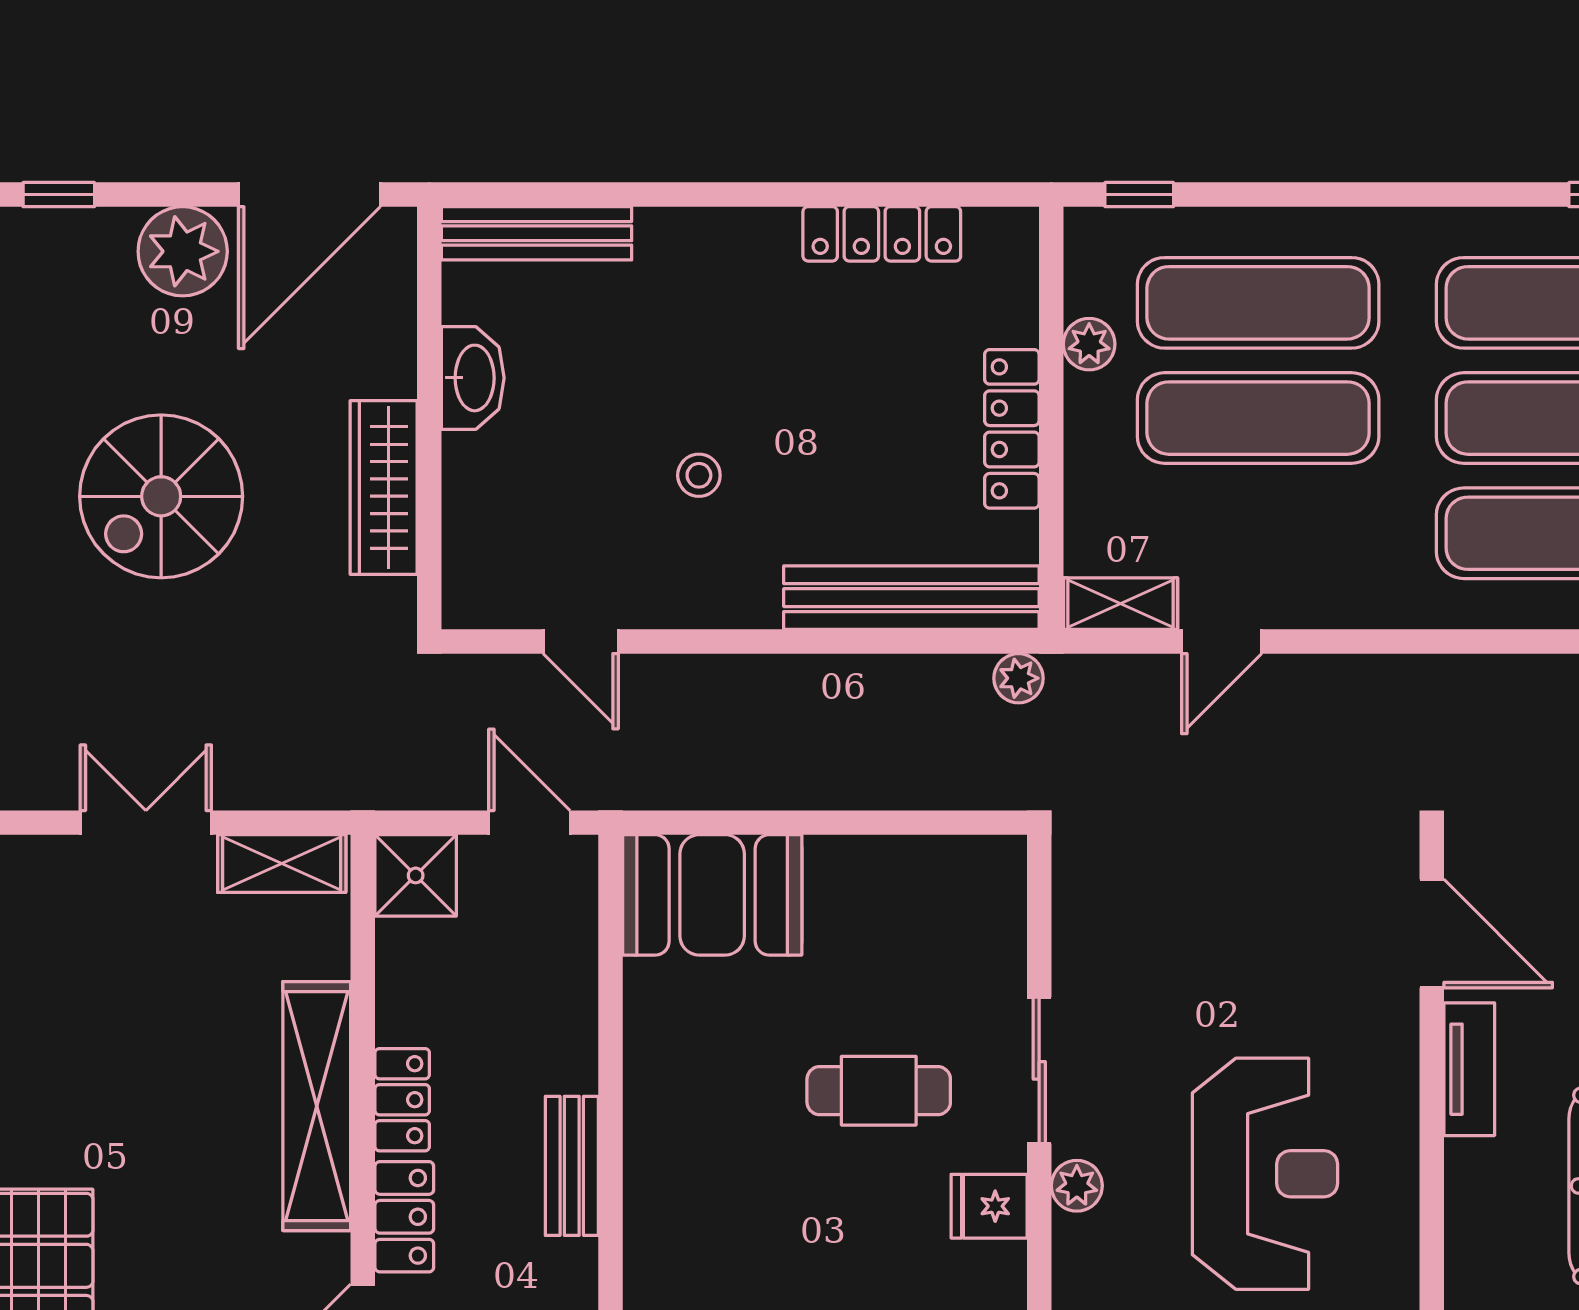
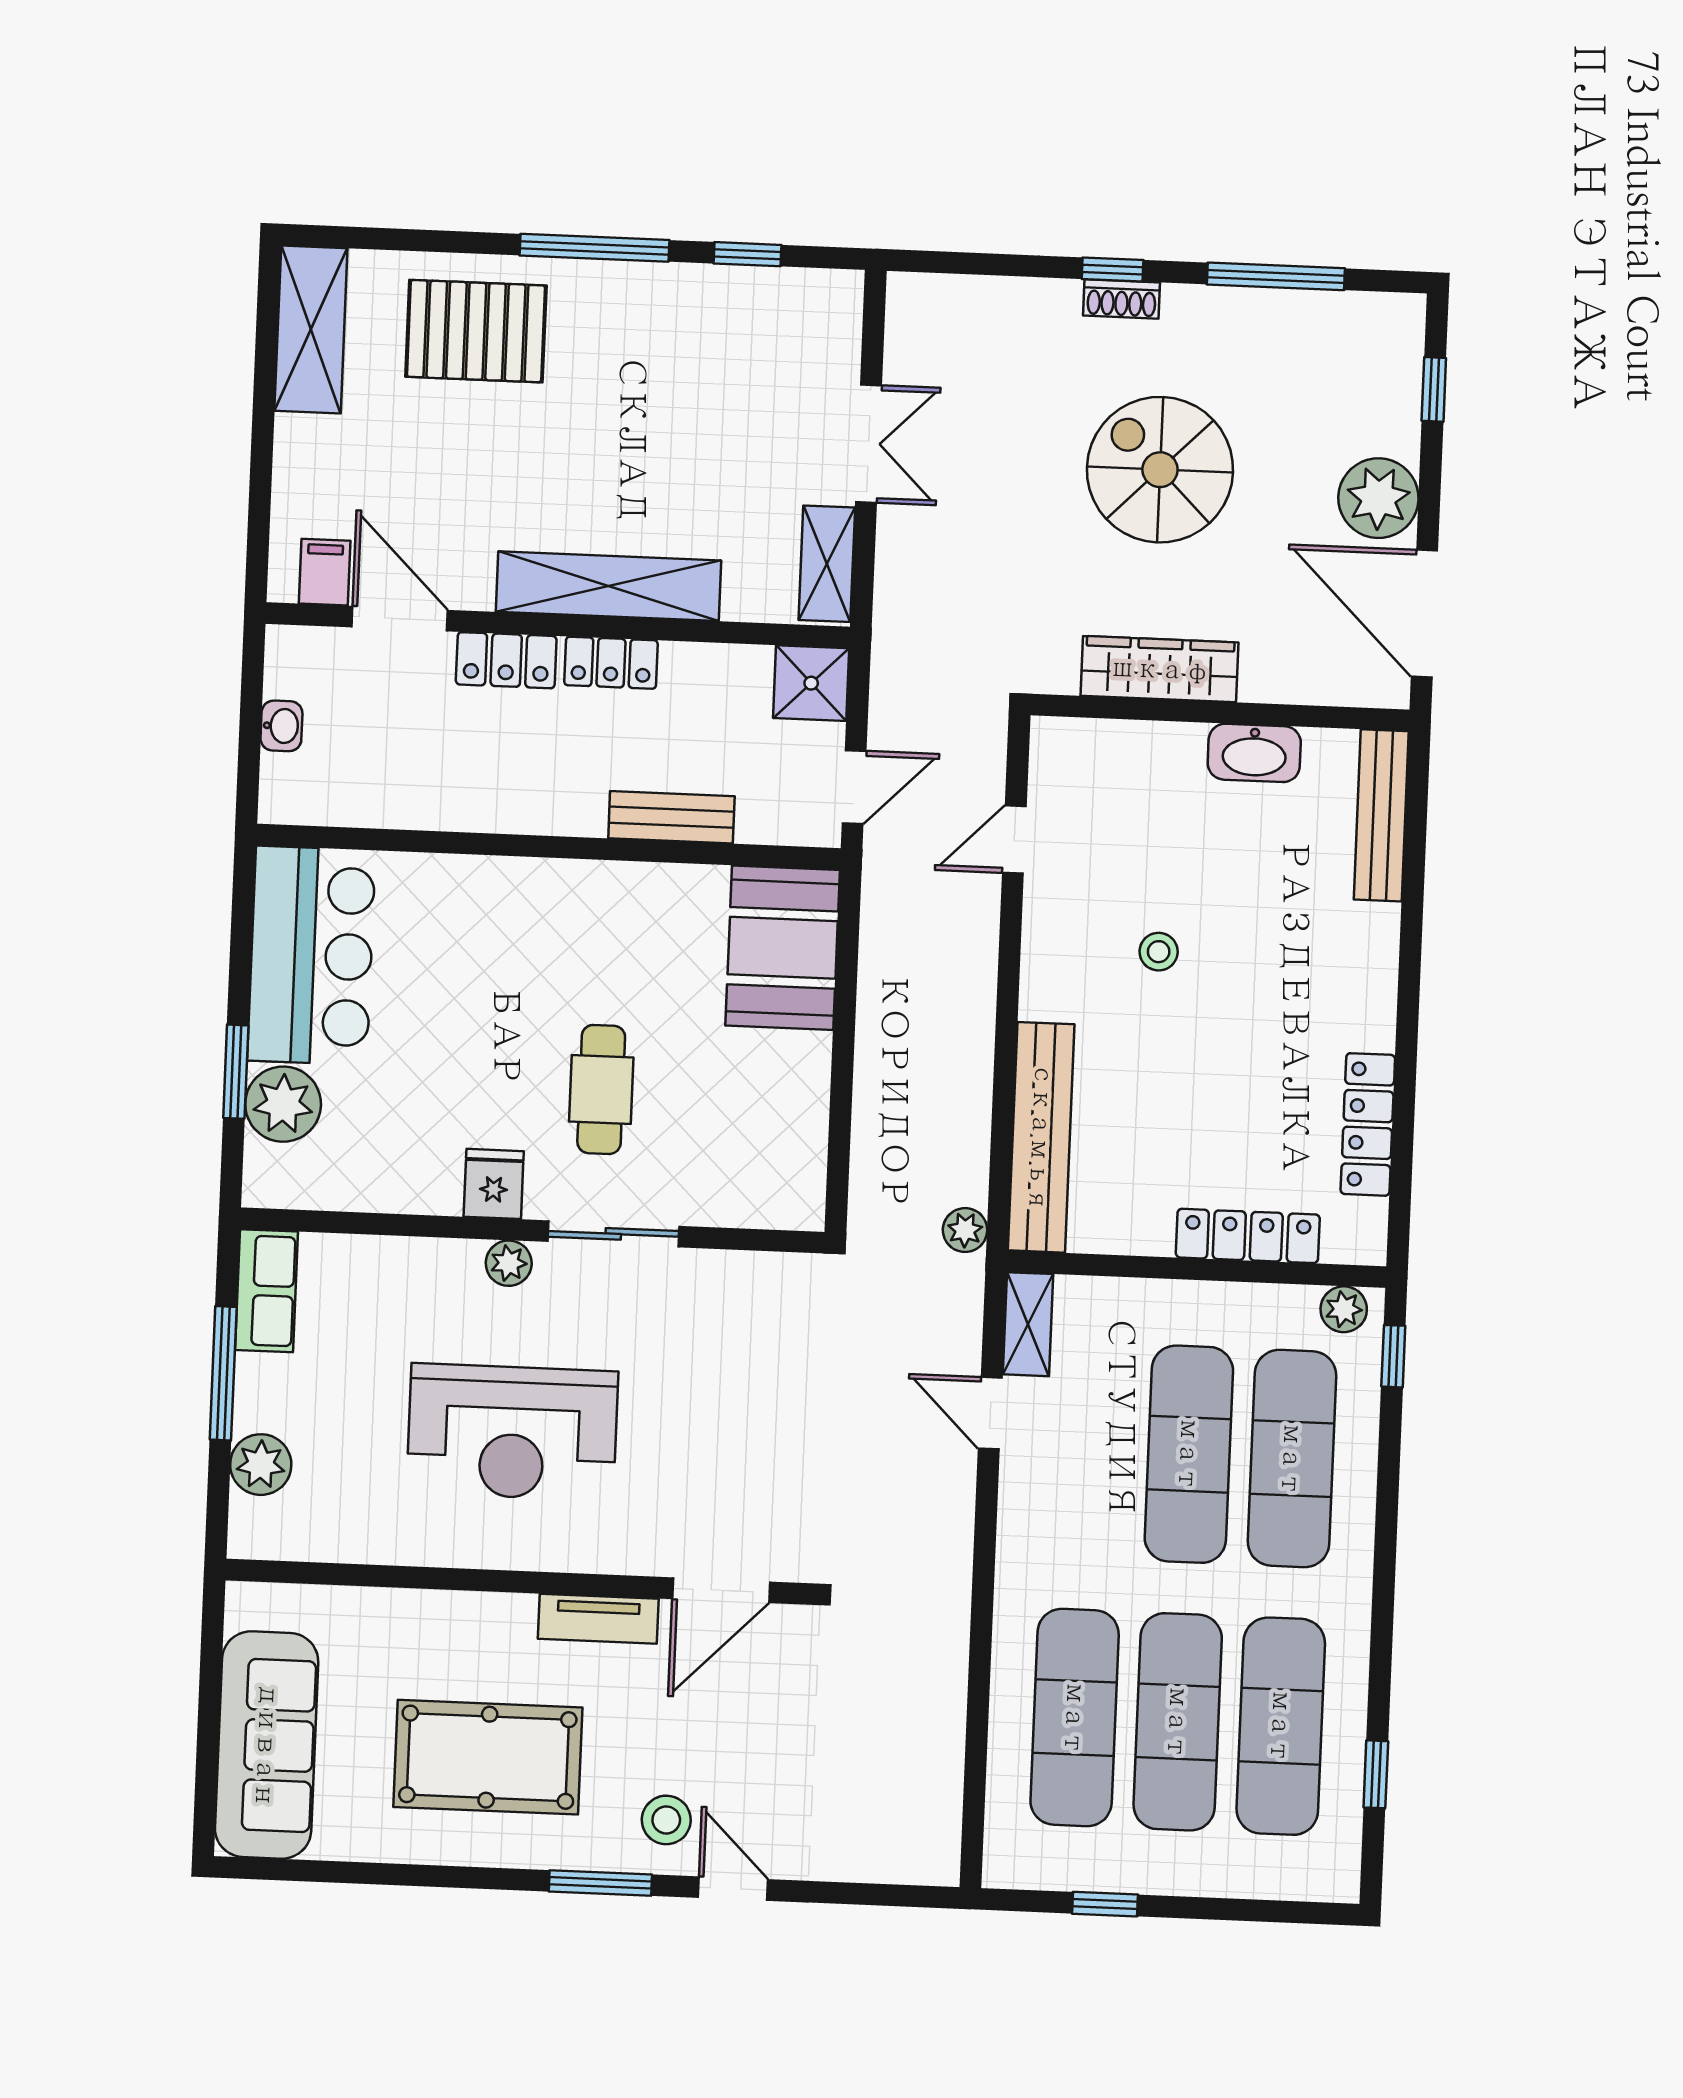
plant: (1089, 344) -> (1344, 1309), moved
locker: (1012, 429) -> (1248, 1236), moved
bench: (572, 1166) -> (671, 817), moved

